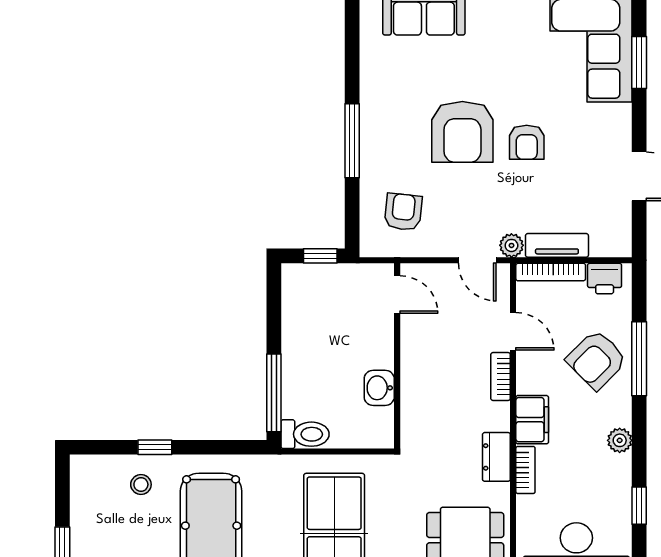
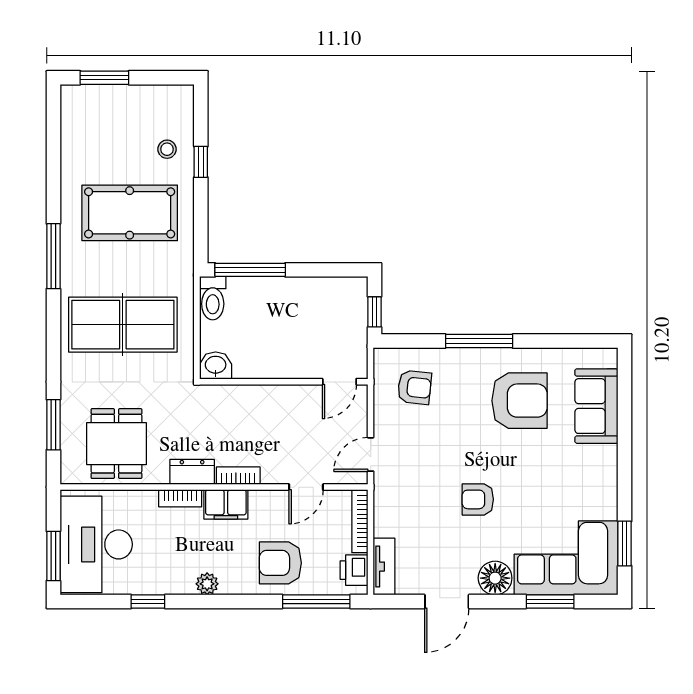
floor lamp: (613, 123) -> (495, 578), added
armchair: (462, 132) -> (519, 401), moved, turned 180
plant: (511, 245) -> (384, 486), removed
tv unit: (557, 245) -> (384, 567), moved
window: (639, 359) -> (316, 602), moved
armchair: (597, 360) -> (280, 563), turned -45
bookcase: (501, 377) -> (238, 476), moved
washbasin: (379, 388) -> (216, 366), moved

